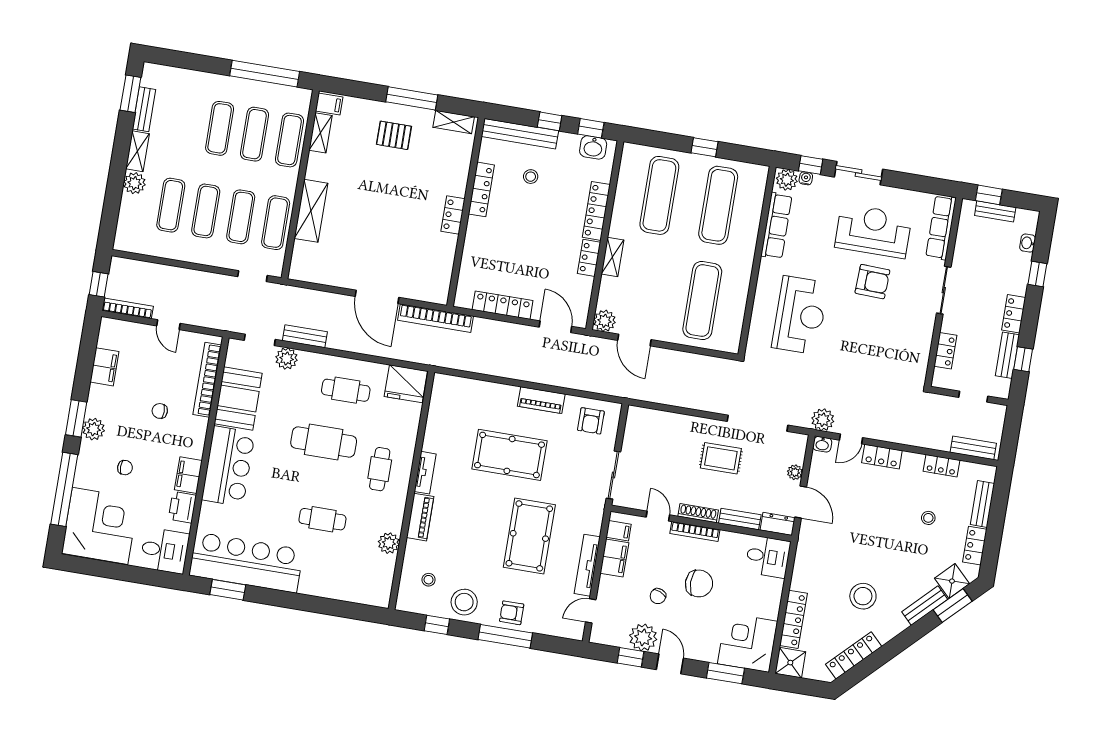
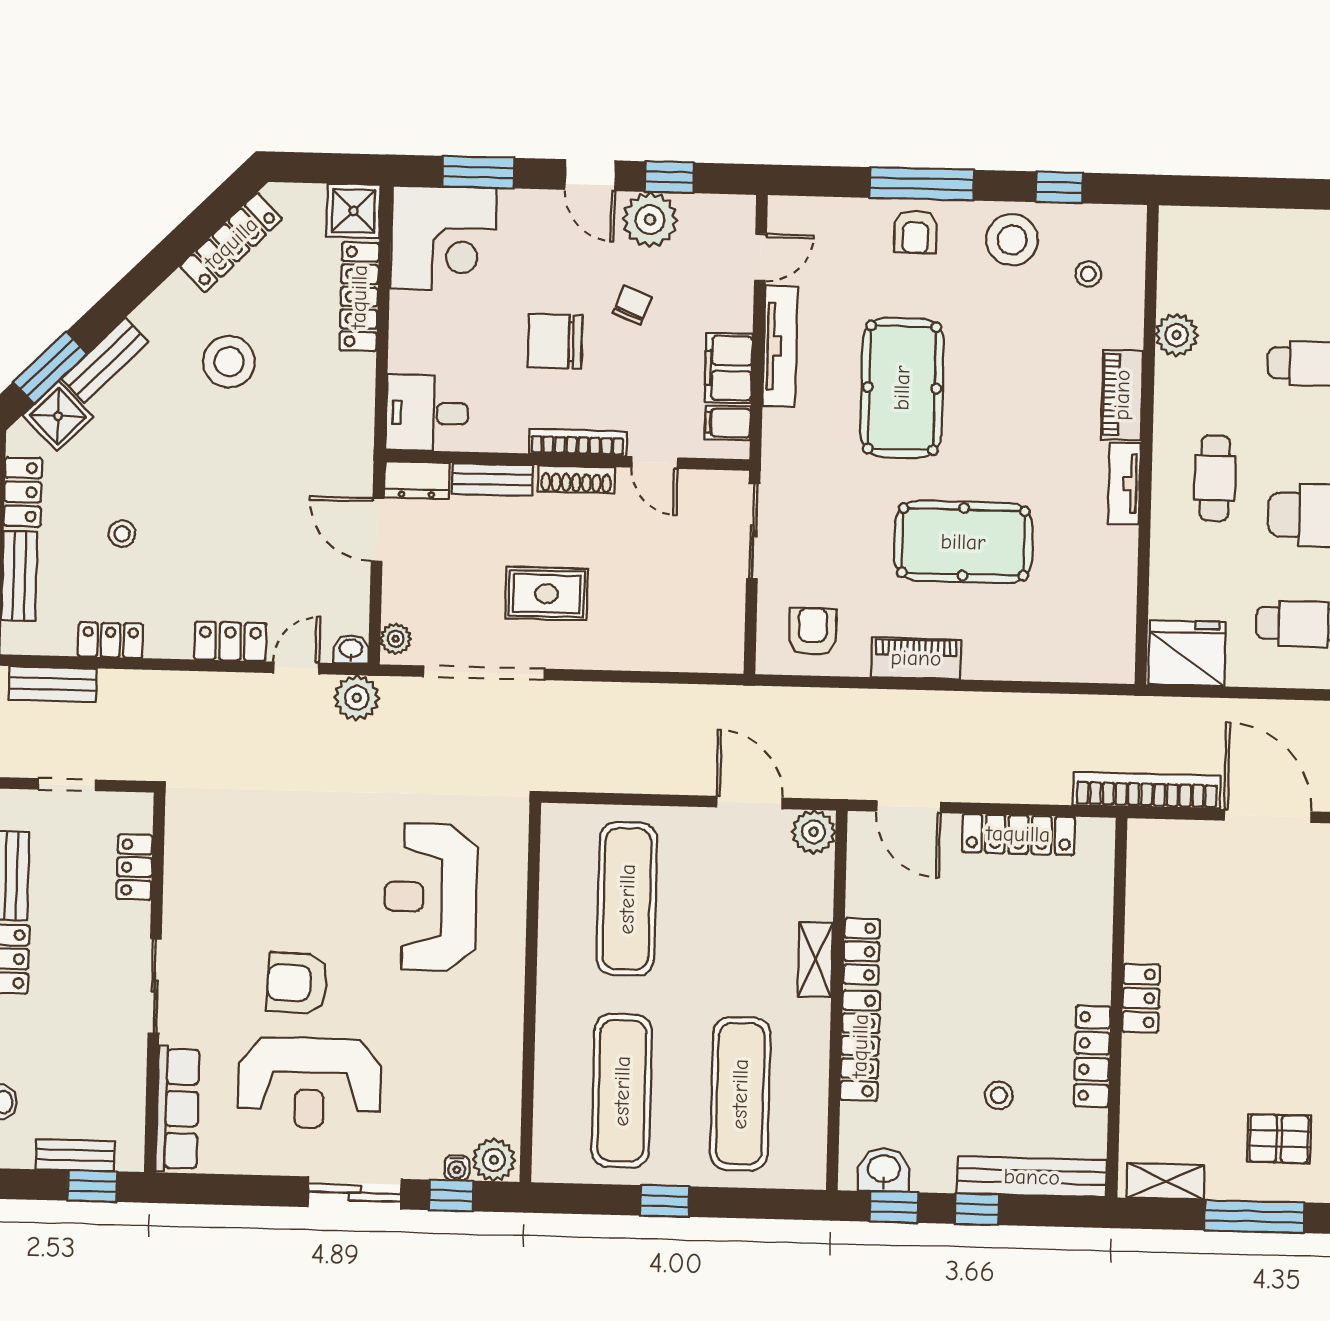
row of seats: (776, 226) -> (502, 1067), removed
plant: (795, 472) -> (396, 639), moved
armchair: (512, 613) -> (915, 232), turned 90

